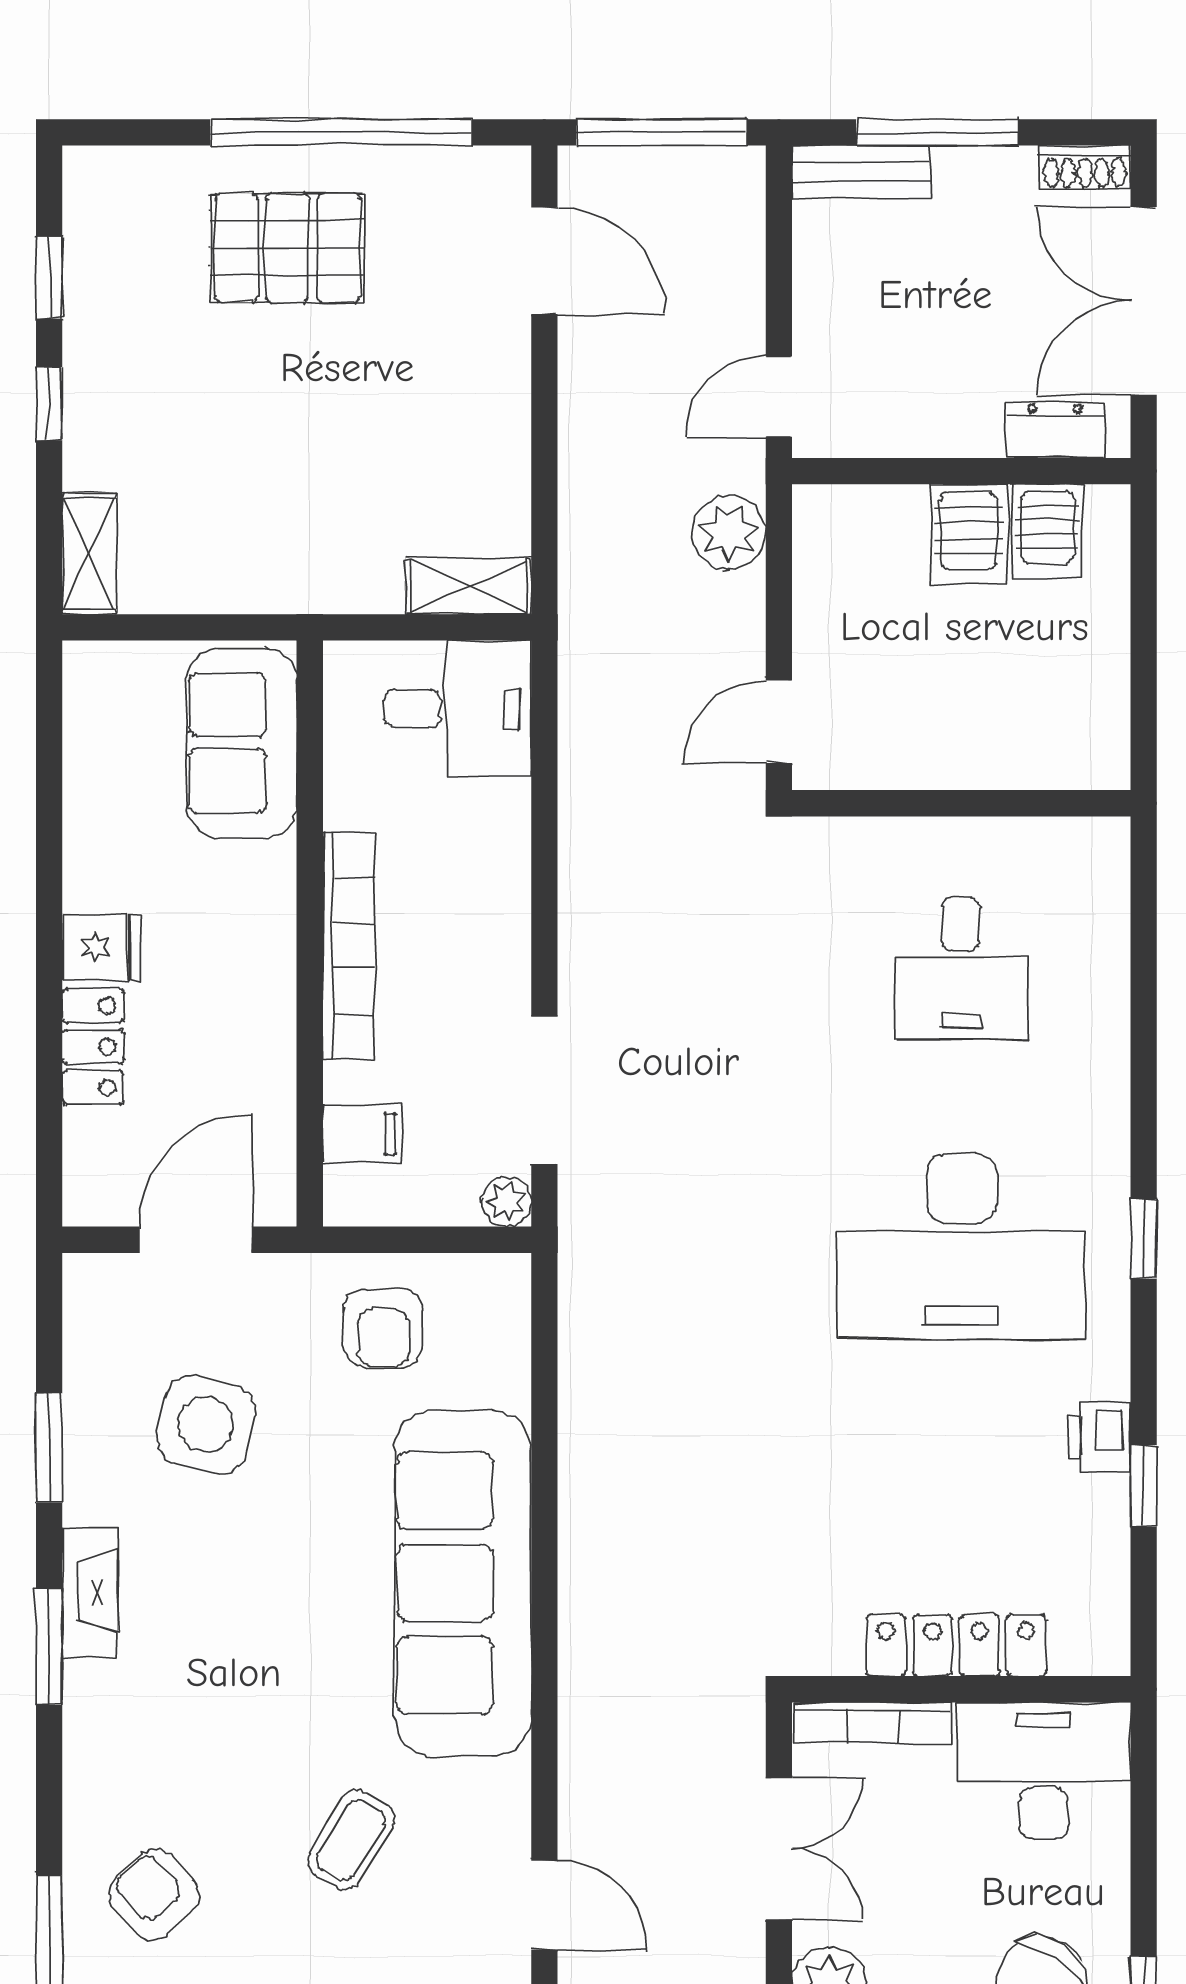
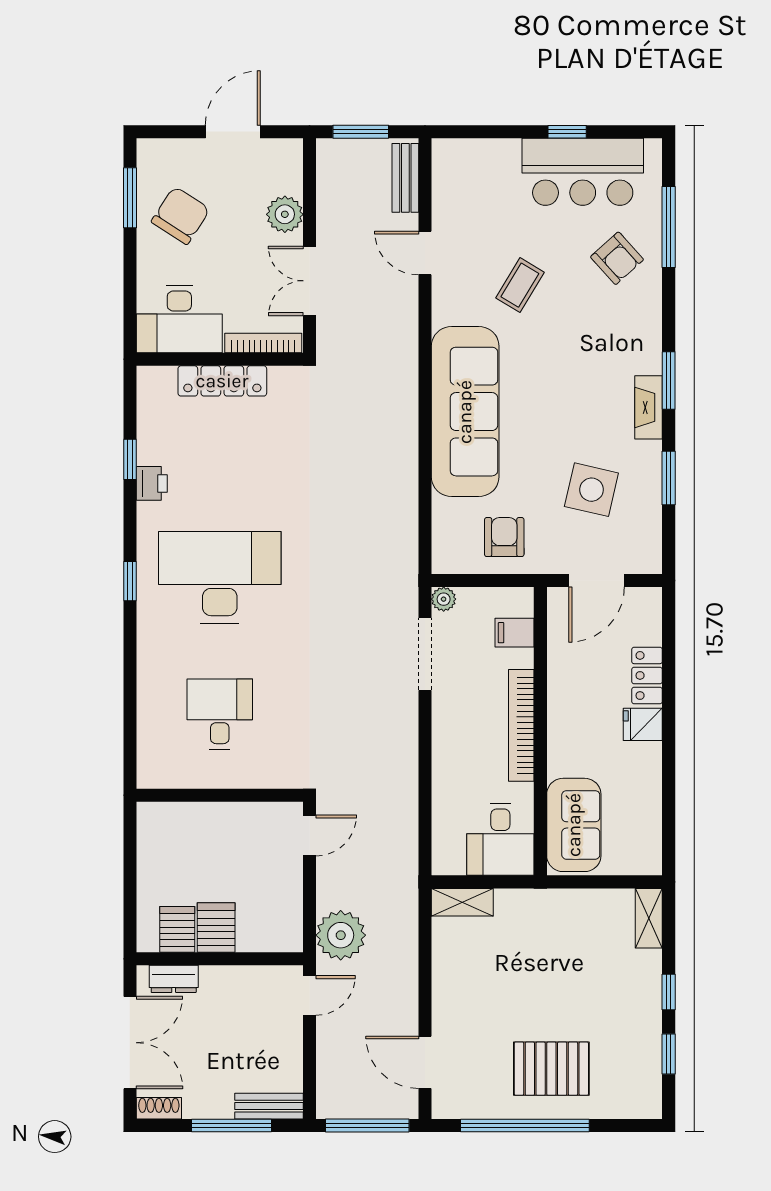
plant: (729, 532) -> (341, 935), width x1.36, depth x1.36
desk: (458, 709) -> (500, 839), moved, turned -90

